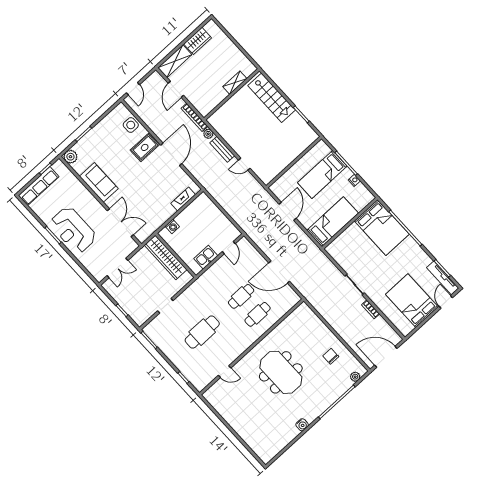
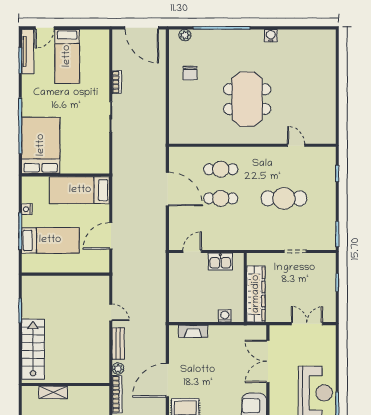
bed: (412, 301) -> (67, 56), width x0.67

